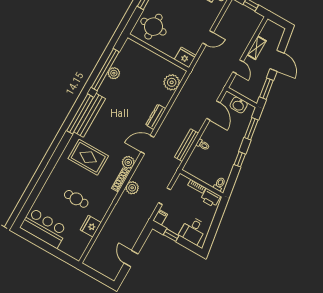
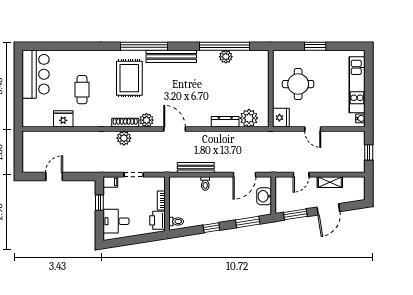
round table: (153, 27) -> (298, 84), moved
window: (80, 114) -> (144, 46), moved
dresser: (156, 117) -> (225, 122), moved

